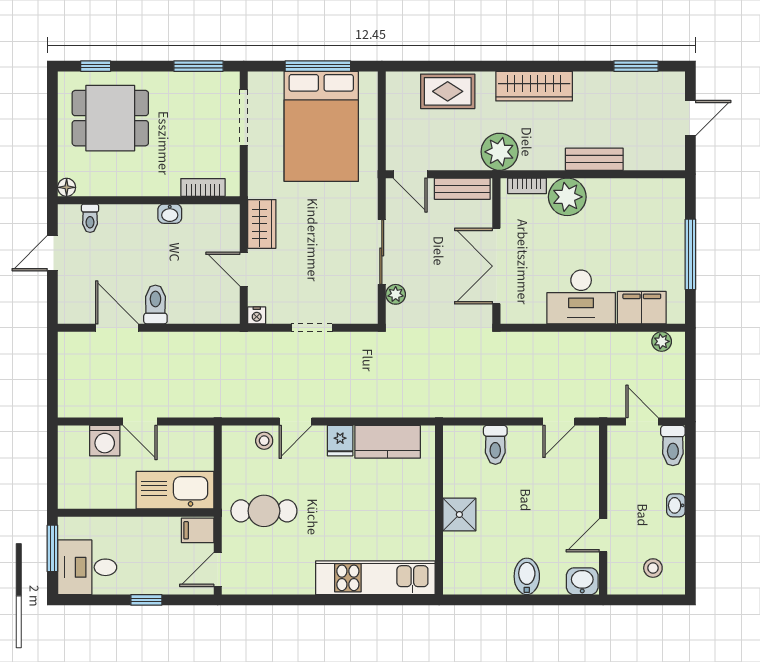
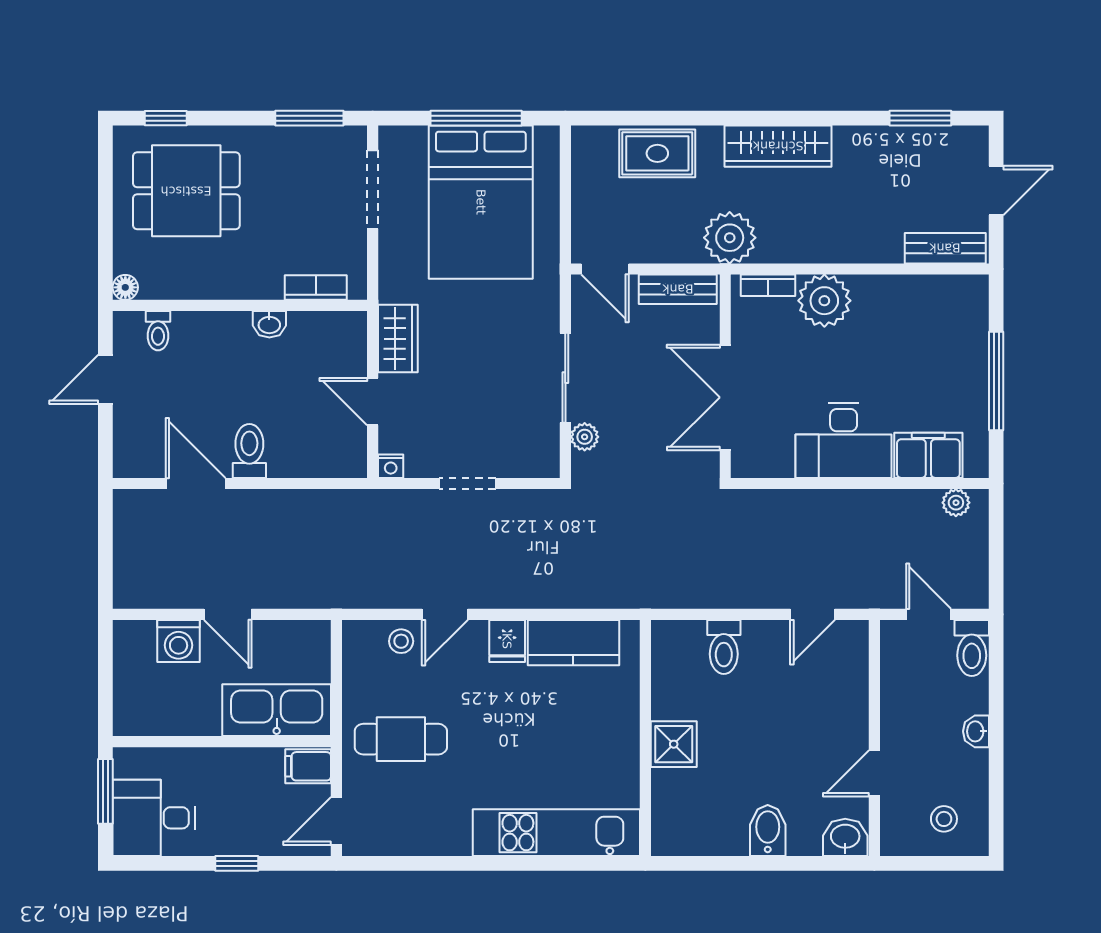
bench: (594, 159) -> (945, 248), moved

